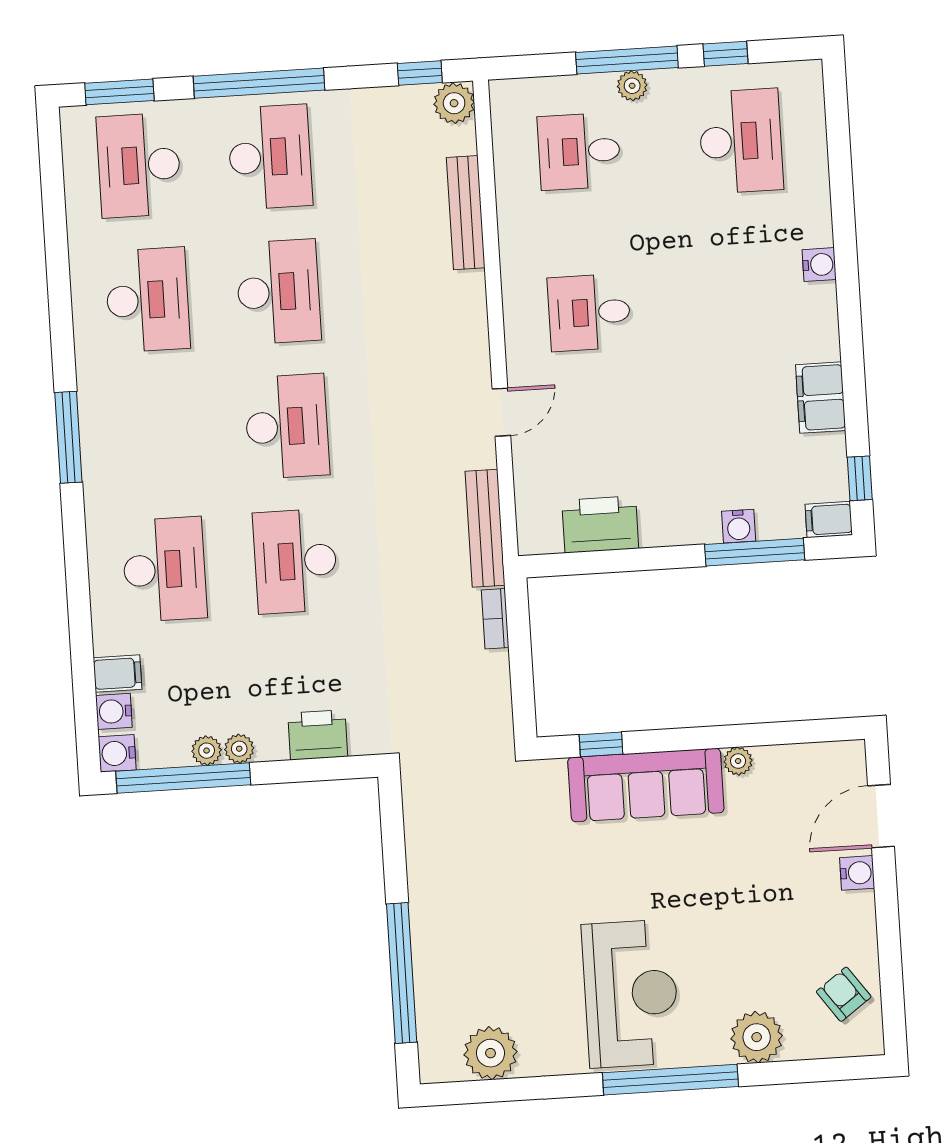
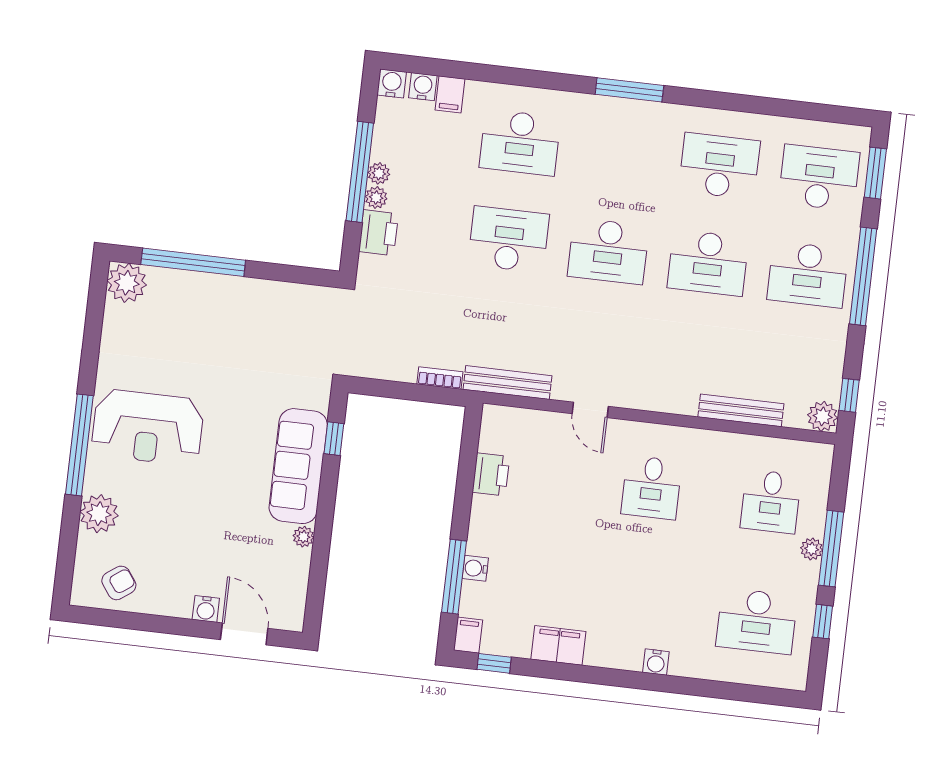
desk: (579, 151) -> (771, 501), turned 180
desk: (147, 300) -> (719, 166), turned 180
desk: (589, 312) -> (651, 487), turned 180
printer: (600, 524) -> (491, 474), width x0.73, depth x0.84
plant: (207, 751) -> (376, 198), moved
window: (183, 778) -> (360, 172), moved
plant: (490, 1053) -> (127, 283), moved

